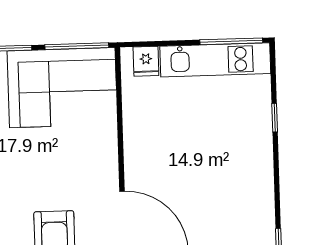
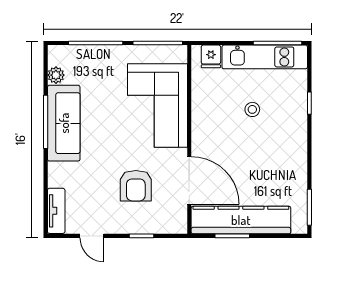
corner sofa: (62, 88) -> (157, 105), moved, turned 90
stool: (201, 128) -> (252, 109), added

